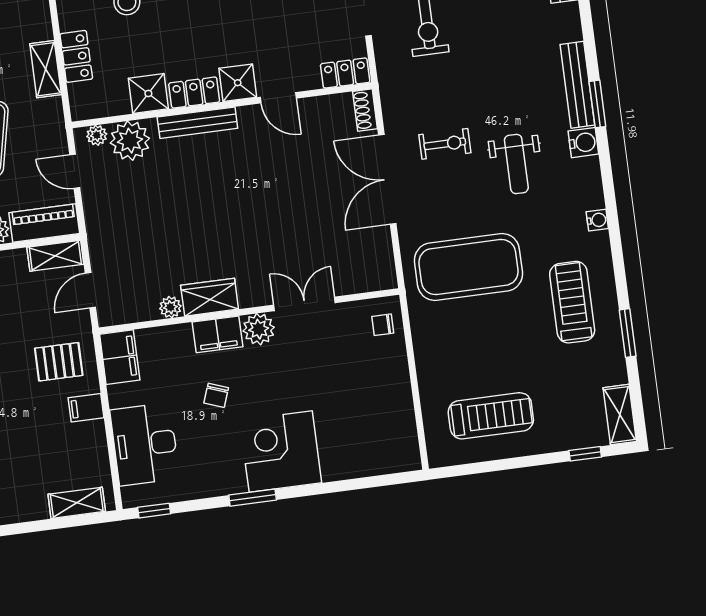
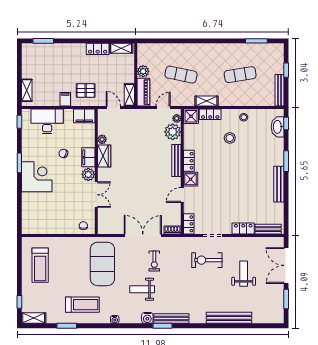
shower: (148, 93) -> (191, 116), moved
pallet: (59, 362) -> (86, 91), turned 90

